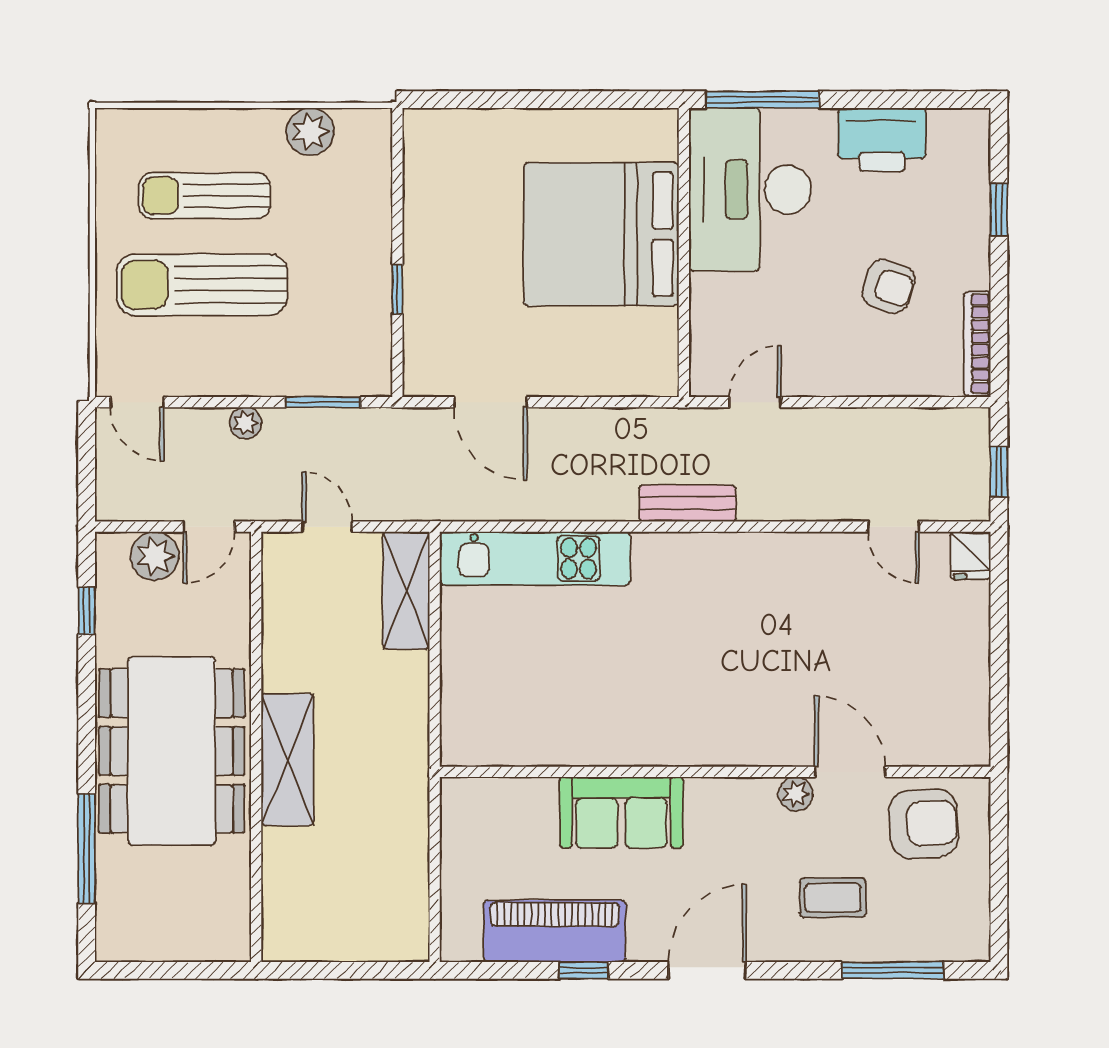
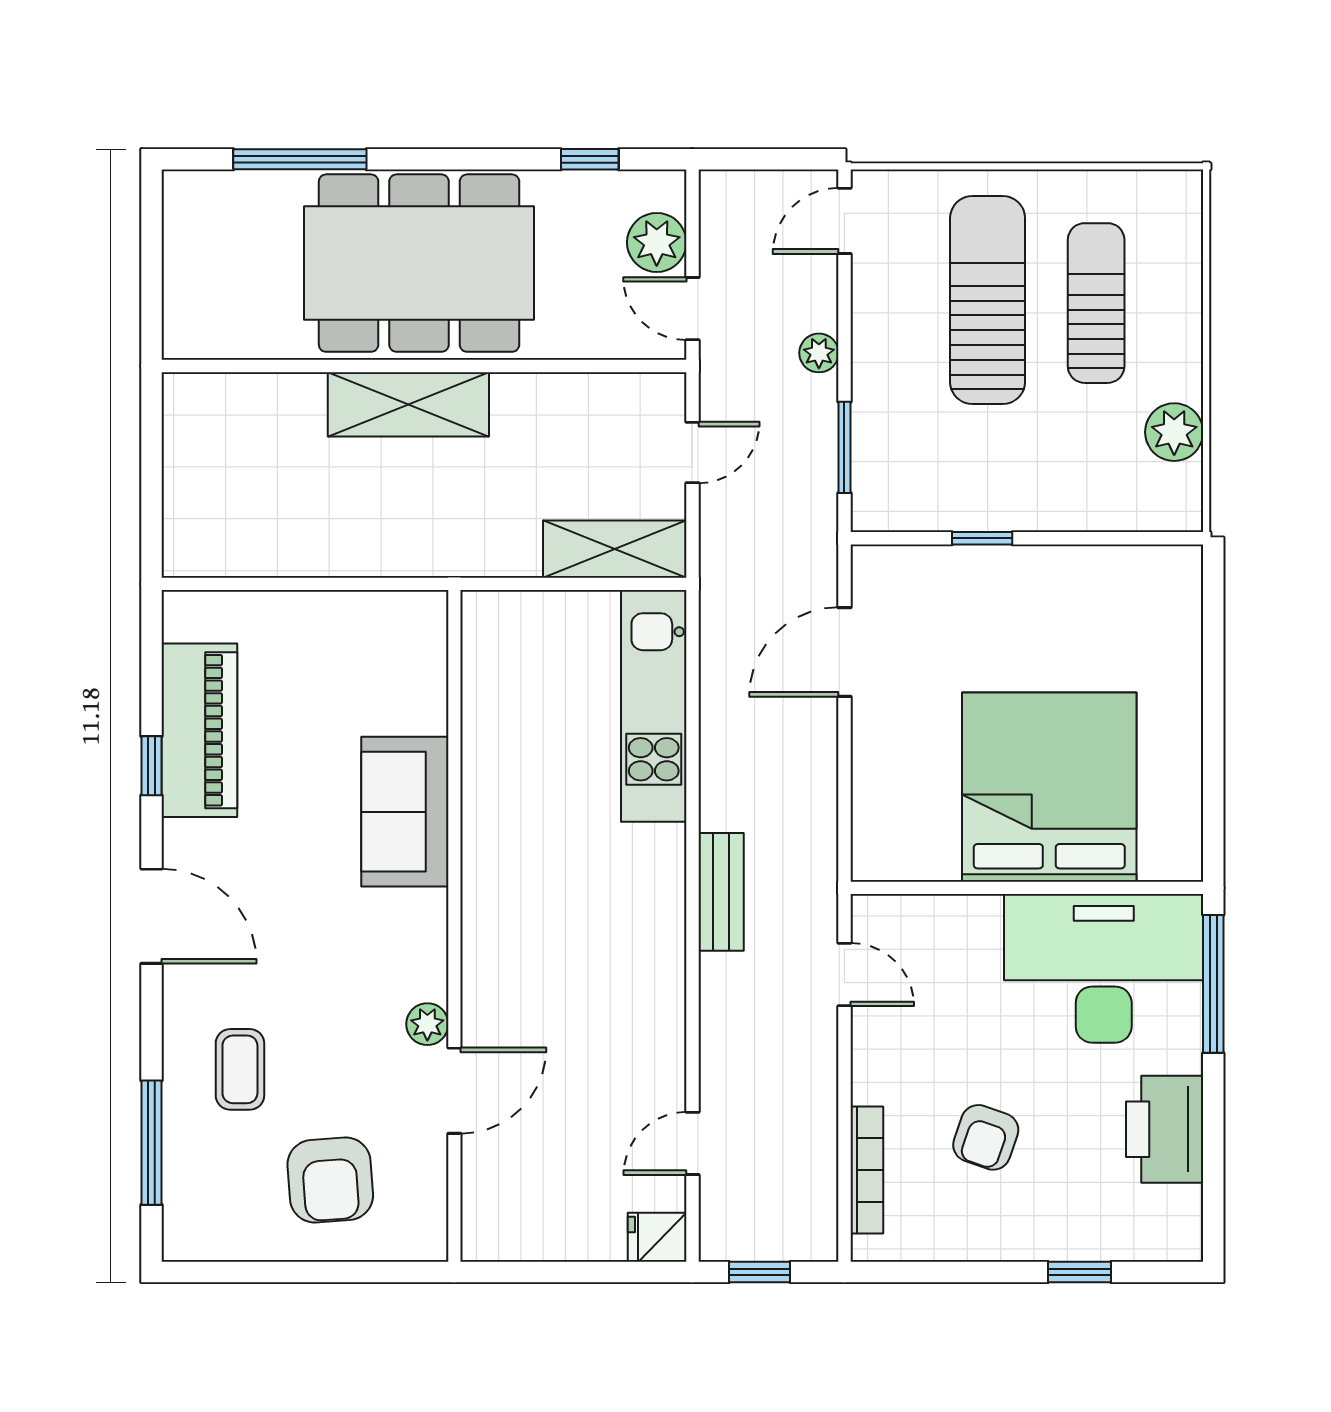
bookcase: (977, 344) -> (867, 1170), moved, turned 90
wall: (715, 772) -> (454, 926), moved
door: (850, 772) -> (454, 1091), moved
plant: (796, 794) -> (427, 1024), moved
sofa: (621, 812) -> (405, 812), moved

